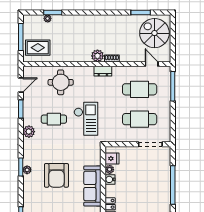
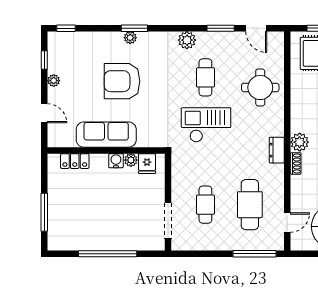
checkout: (86, 119) -> (206, 125), turned 180
cafe table: (140, 119) -> (205, 205), width x0.73, depth x0.74

